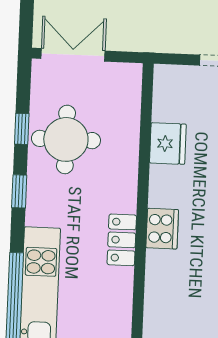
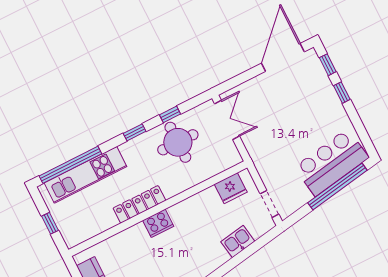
fridge: (168, 144) -> (231, 188), moved
locker: (122, 240) -> (139, 204), width x1.53

